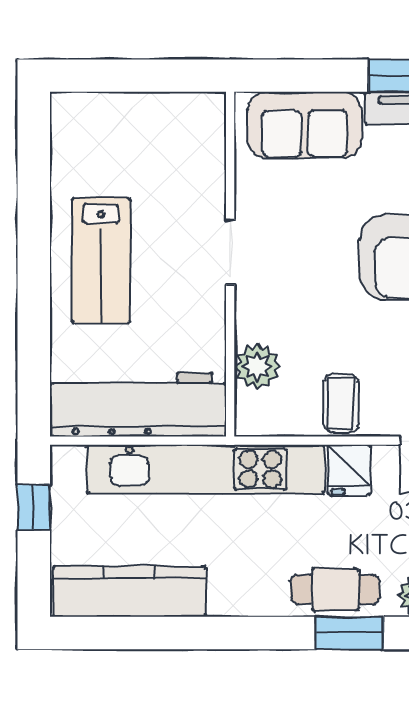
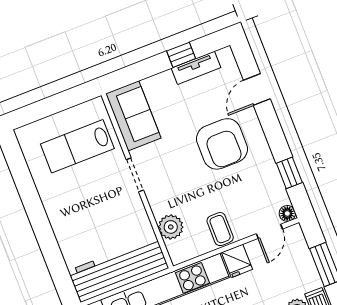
sofa: (305, 125) -> (133, 116), moved, turned -90
lab bench: (101, 260) -> (77, 146), moved, turned 90

